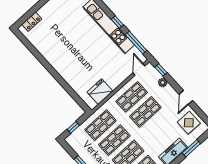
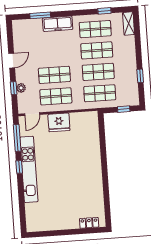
window: (161, 70) -> (14, 88), moved
fridge: (100, 92) -> (59, 122), moved
display table: (189, 123) -> (26, 38), removed

